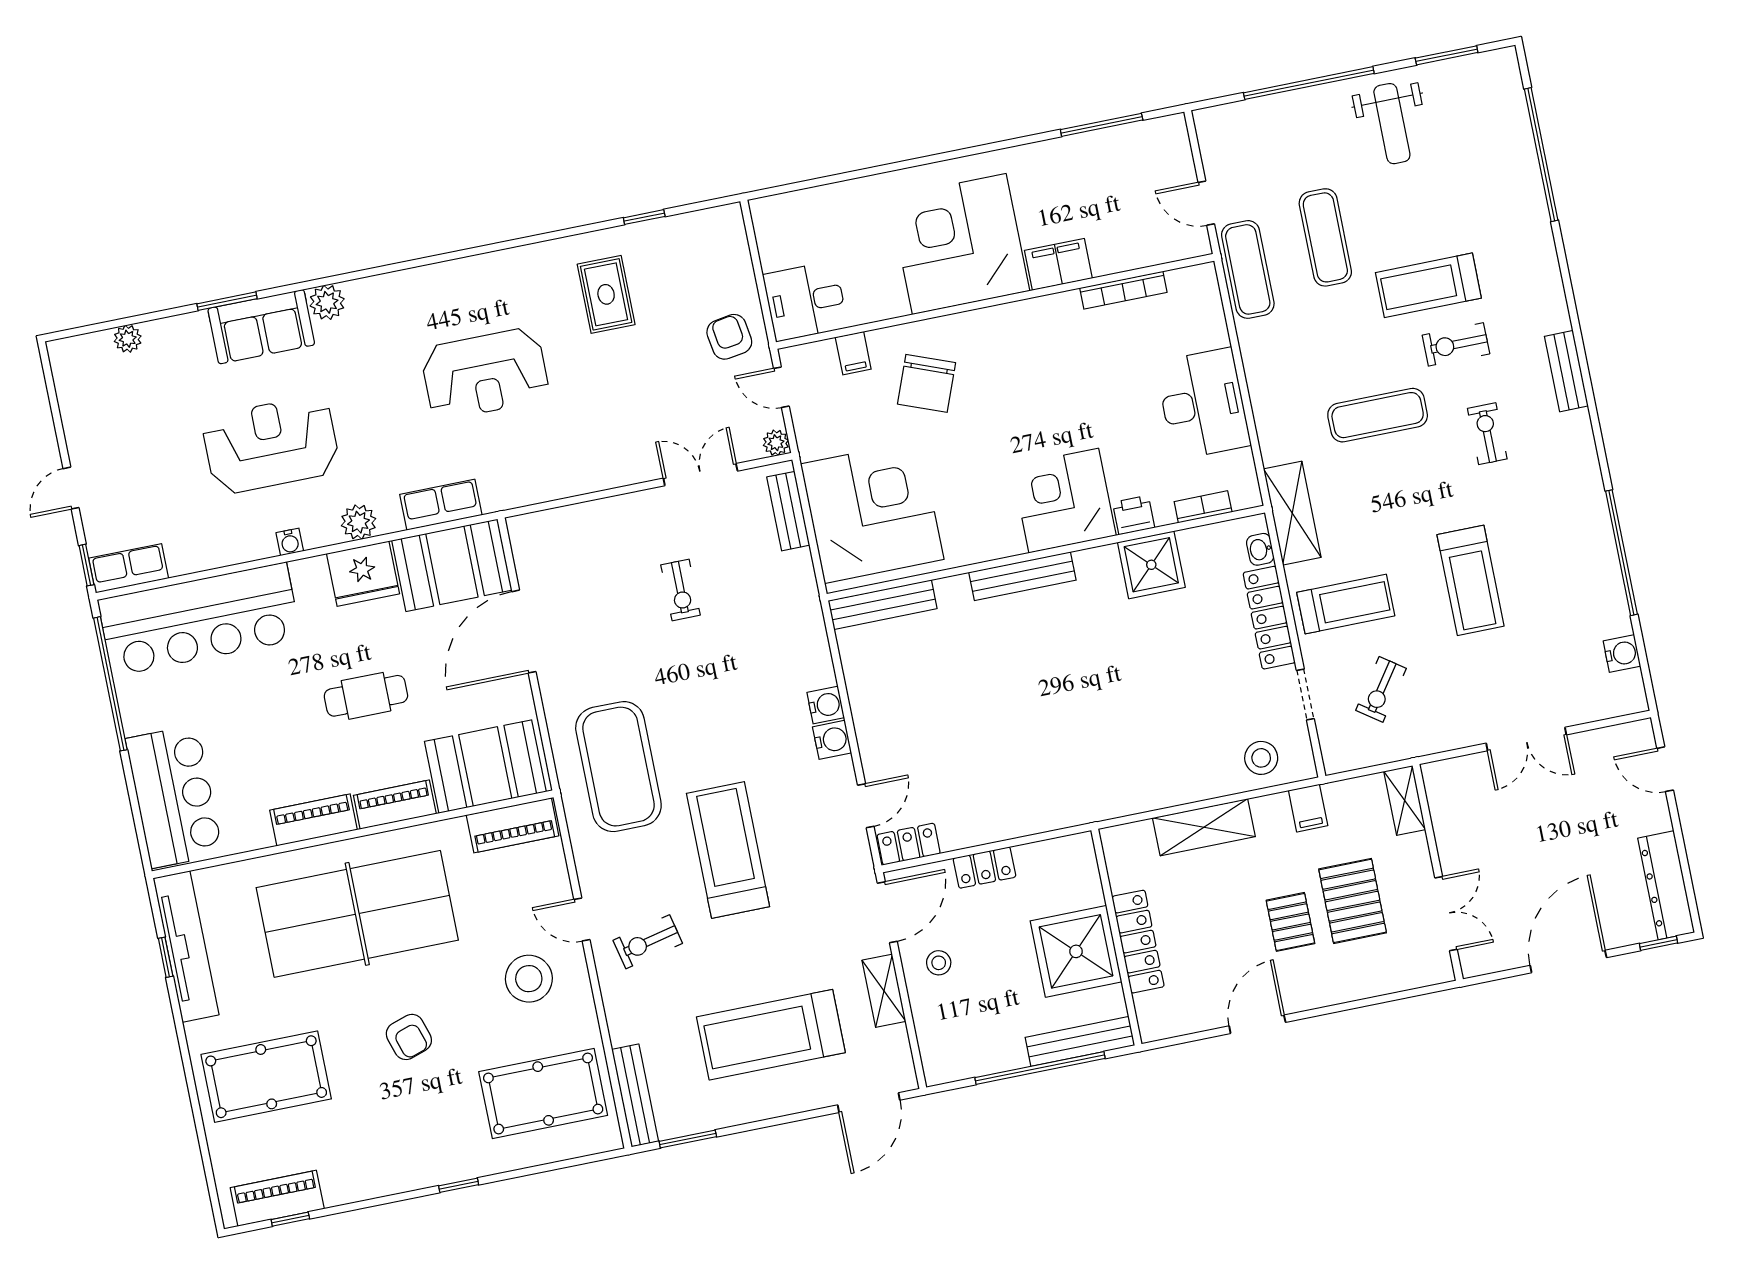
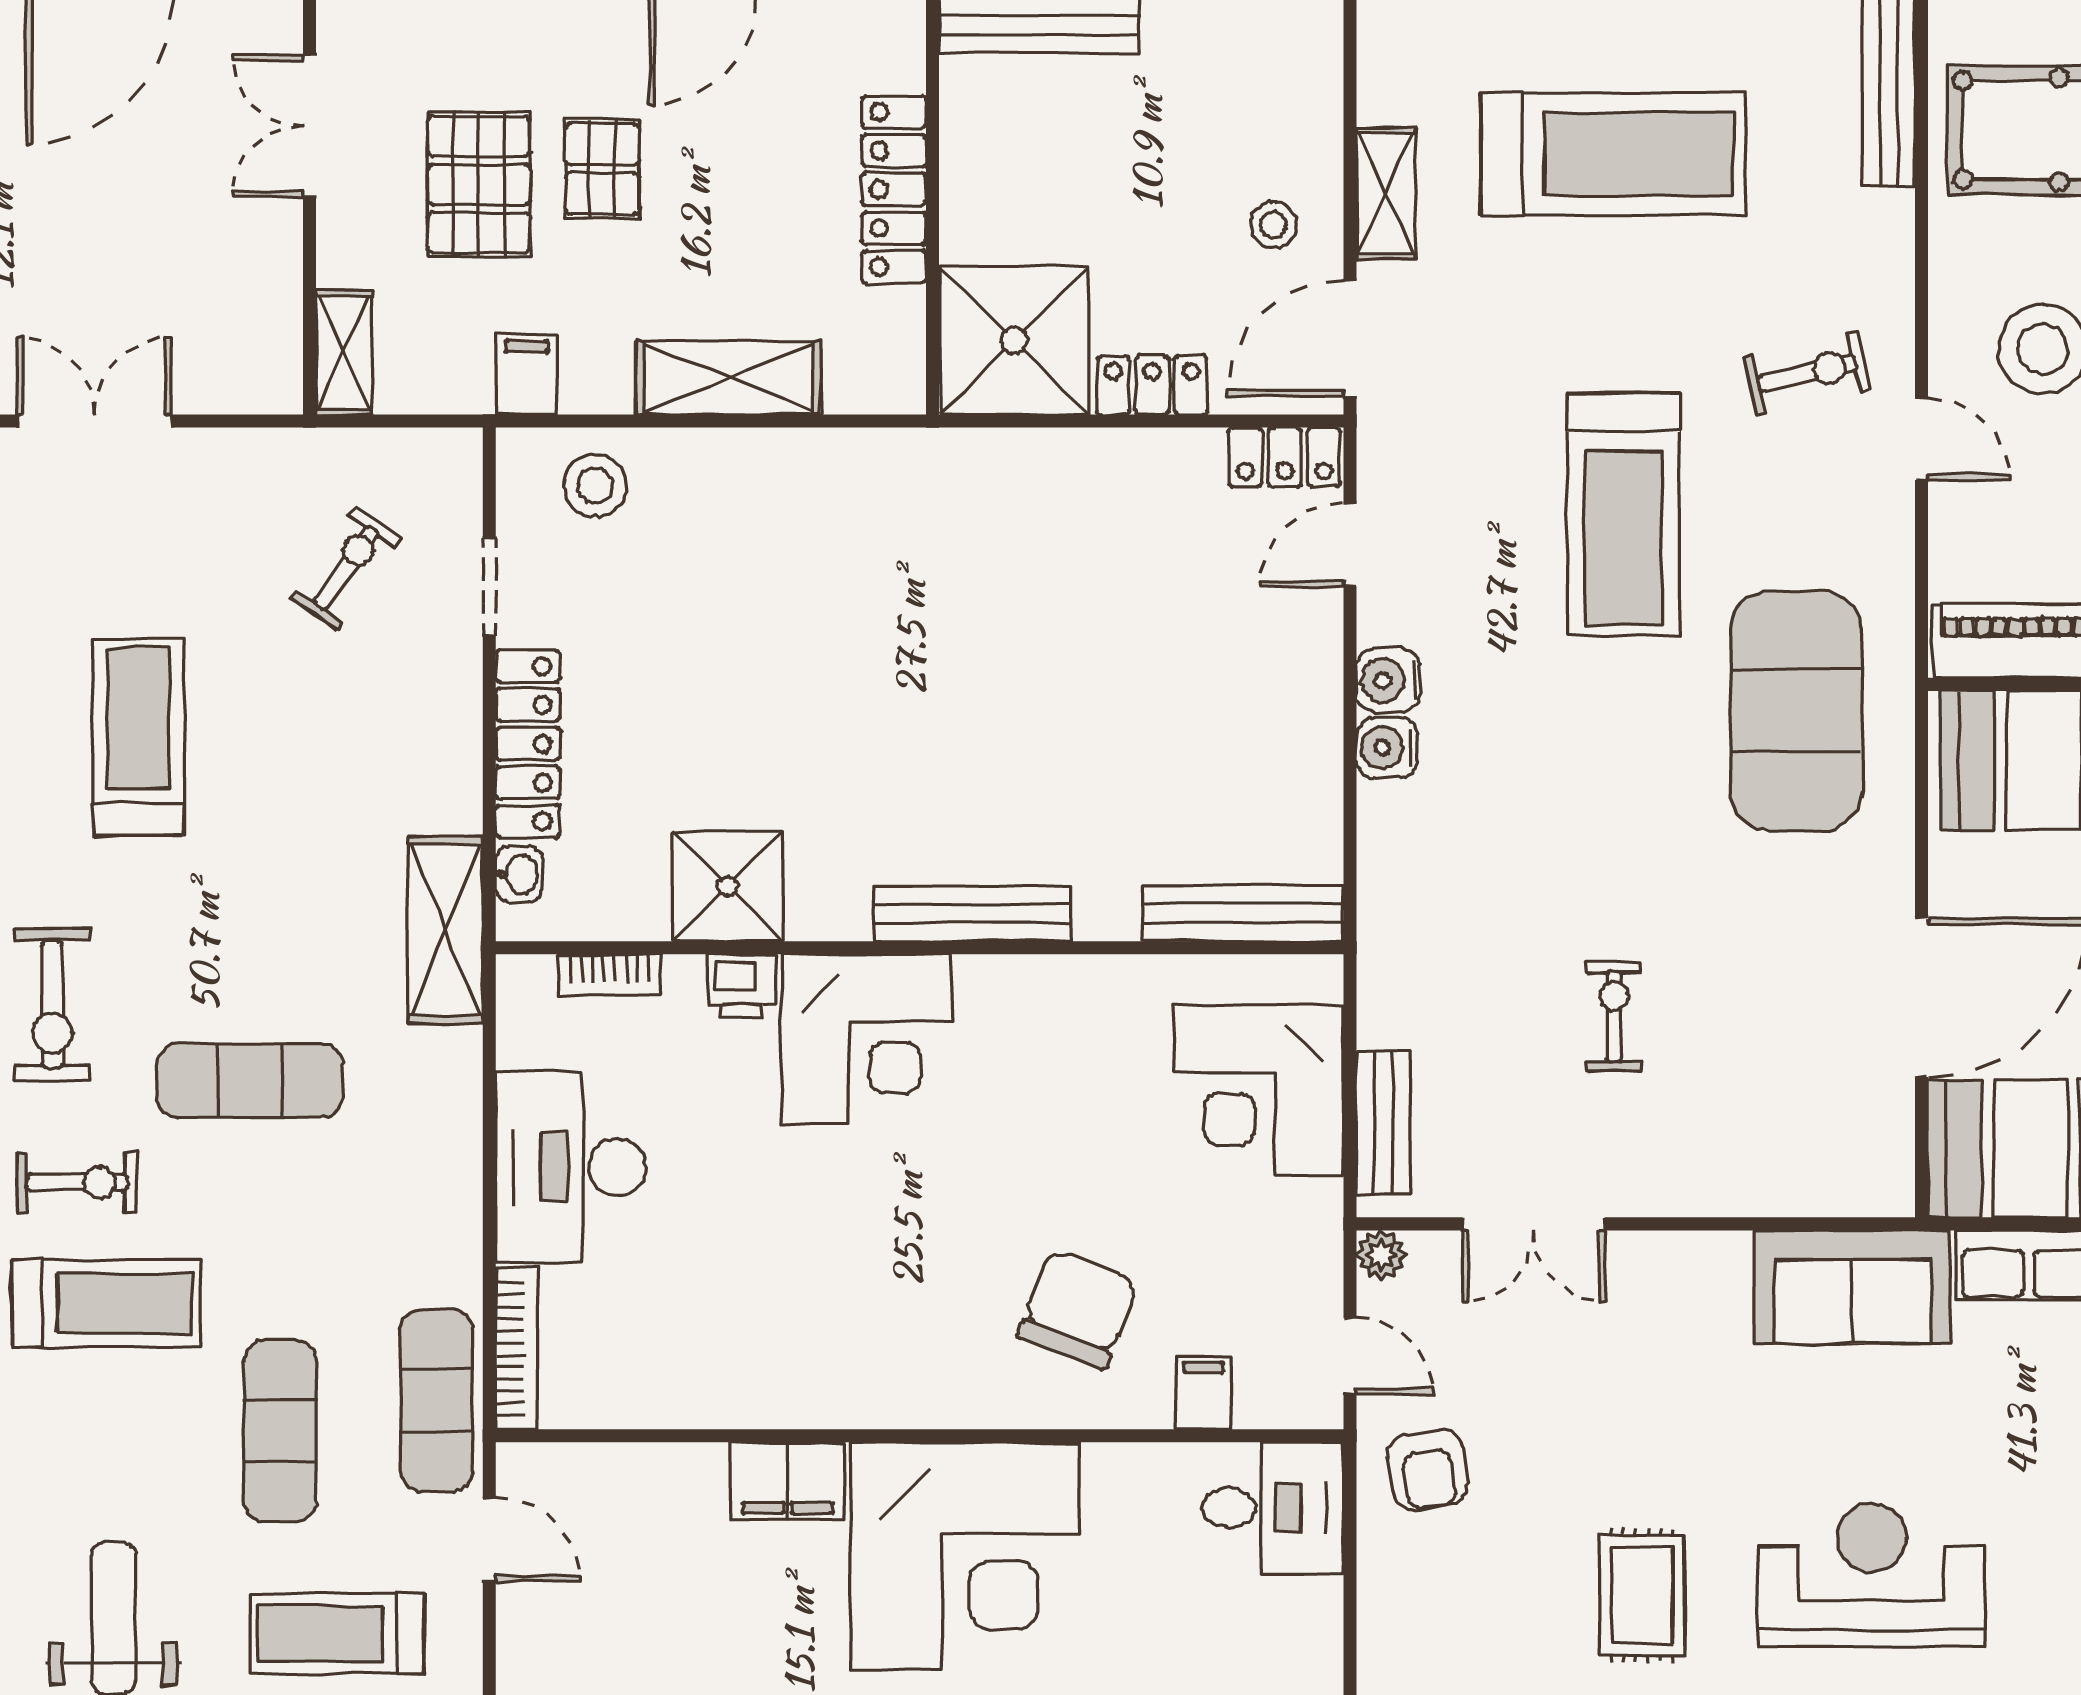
bookcase: (1123, 290) -> (516, 1349), moved, turned 90
reception desk: (485, 374) -> (1871, 1575), moved
exercise bike: (1487, 434) -> (52, 1004), width x1.38, depth x1.39
sofa: (529, 475) -> (1852, 1287), added
corner desk: (872, 512) -> (1258, 1090), width x0.74, depth x0.74
treadmill: (1346, 604) -> (337, 1634), moved
shower: (1076, 951) -> (1014, 340), moved

